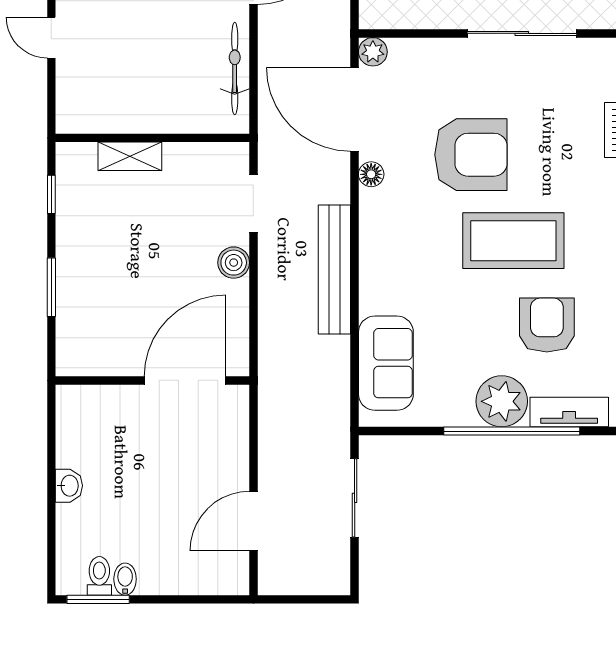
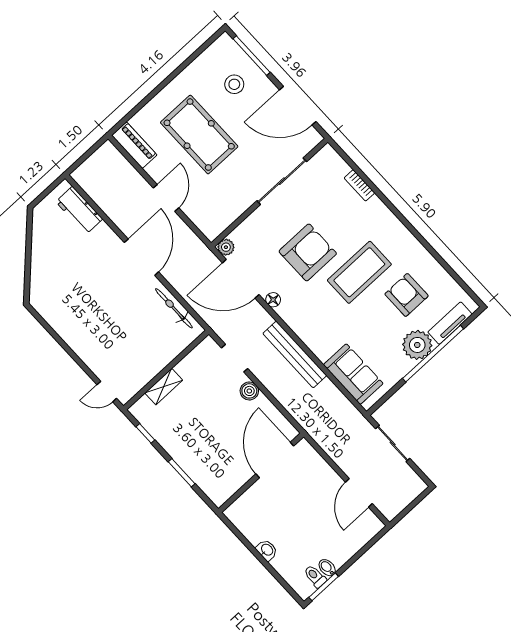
door: (51, 38) -> (107, 392), moved

